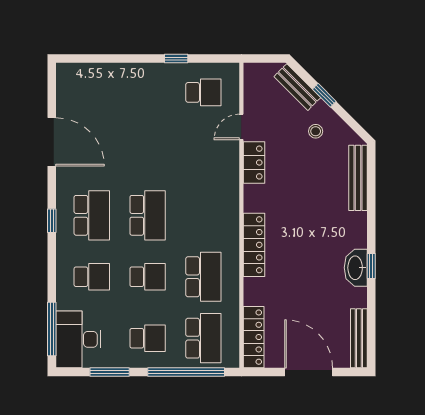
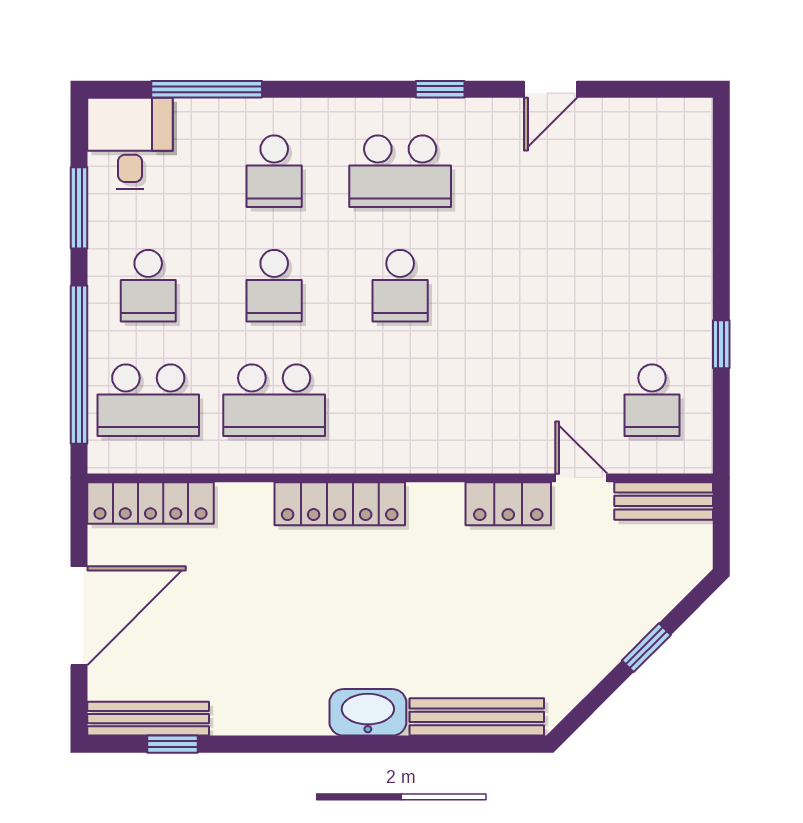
bench: (297, 87) -> (664, 501), moved, turned 45
stool: (316, 131) -> (572, 630), removed
door: (52, 142) -> (551, 89), width x0.53
school desk: (148, 215) -> (400, 286), width x0.54
window: (52, 221) -> (440, 89), moved
window: (371, 266) -> (172, 744), moved
washbasin: (356, 268) -> (368, 712), moved
window: (52, 329) -> (207, 89), moved
desk: (78, 339) -> (130, 144), width x0.73

